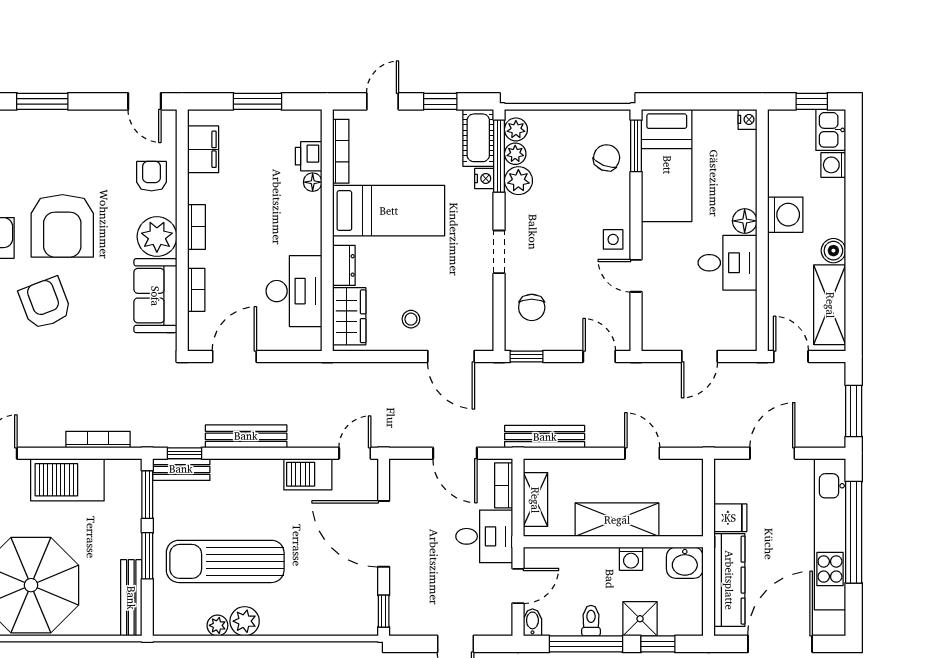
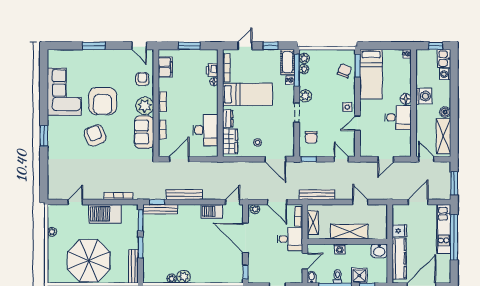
plant: (518, 181) -> (305, 96), moved
door: (636, 276) -> (358, 123), hinge flipped
bench: (181, 469) -> (160, 209), width x1.36
plant: (405, 469) -> (255, 209), added
kitchen unit: (830, 534) -> (444, 229), width x0.73
washing machine: (631, 559) -> (340, 249), moved
sun lounger: (225, 561) -> (175, 250), removed

